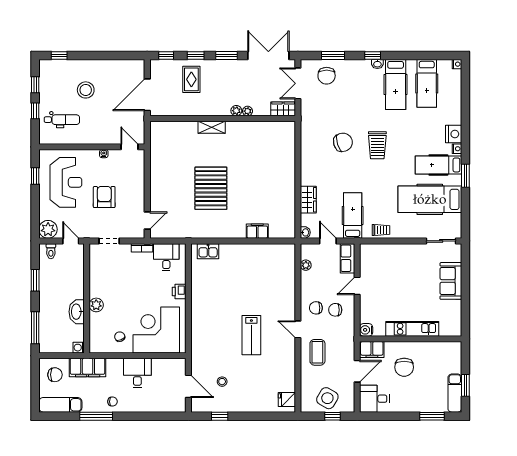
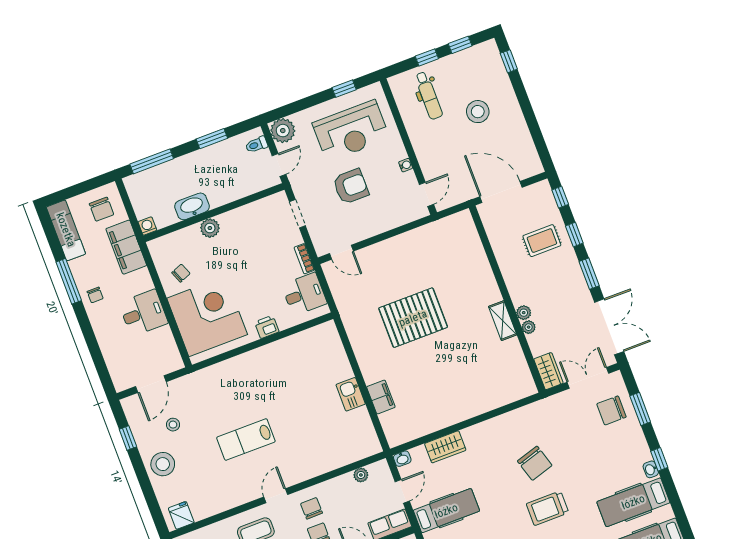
shelving: (212, 127) -> (503, 321), moved
kitchen sink: (208, 251) -> (351, 394), moved
stool: (247, 399) -> (163, 464), added

